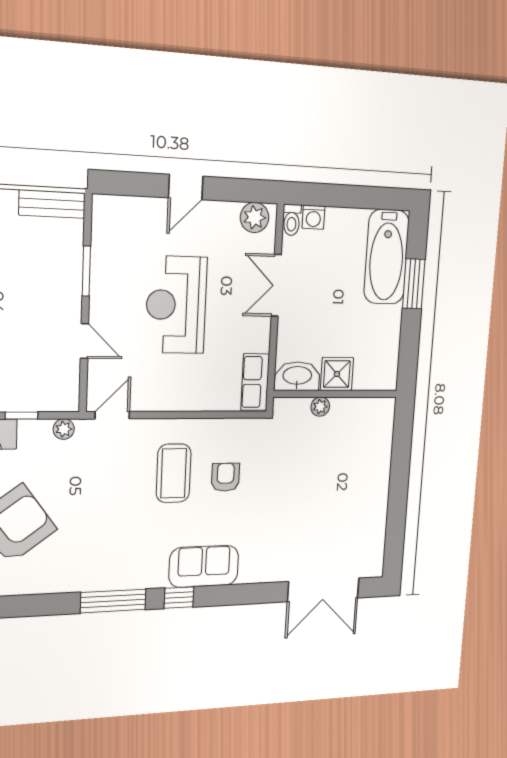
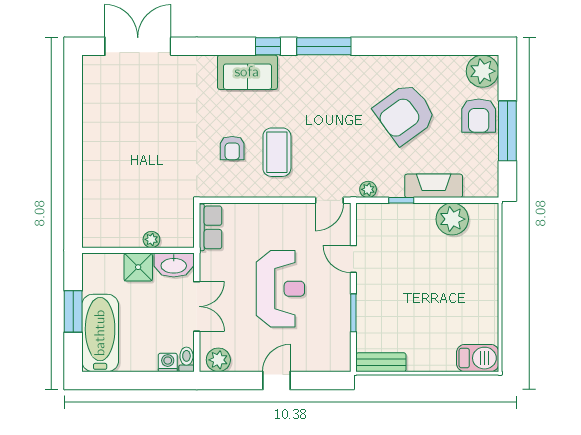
shower: (337, 374) -> (138, 267), moved
washbasin: (297, 376) -> (174, 265), moved
wall: (336, 394) -> (138, 250), moved
plant: (320, 407) -> (151, 239), moved

